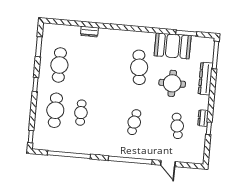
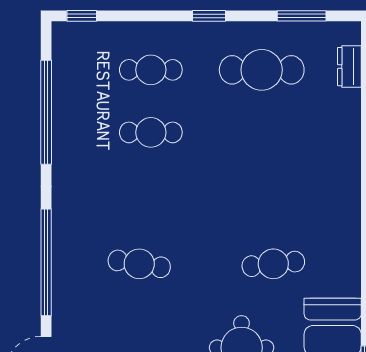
dresser: (89, 32) -> (349, 67), moved
cafe table: (139, 67) -> (273, 264), width x0.73, depth x0.74
cafe table: (55, 110) -> (151, 70), width x0.73, depth x0.74

